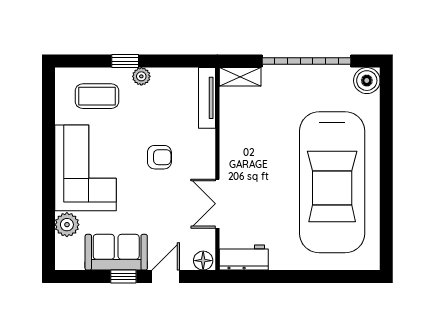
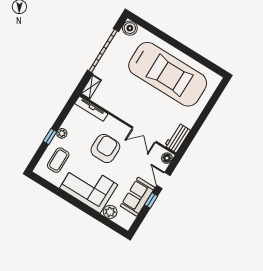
armchair: (159, 157) -> (105, 148), width x1.88, depth x1.88

